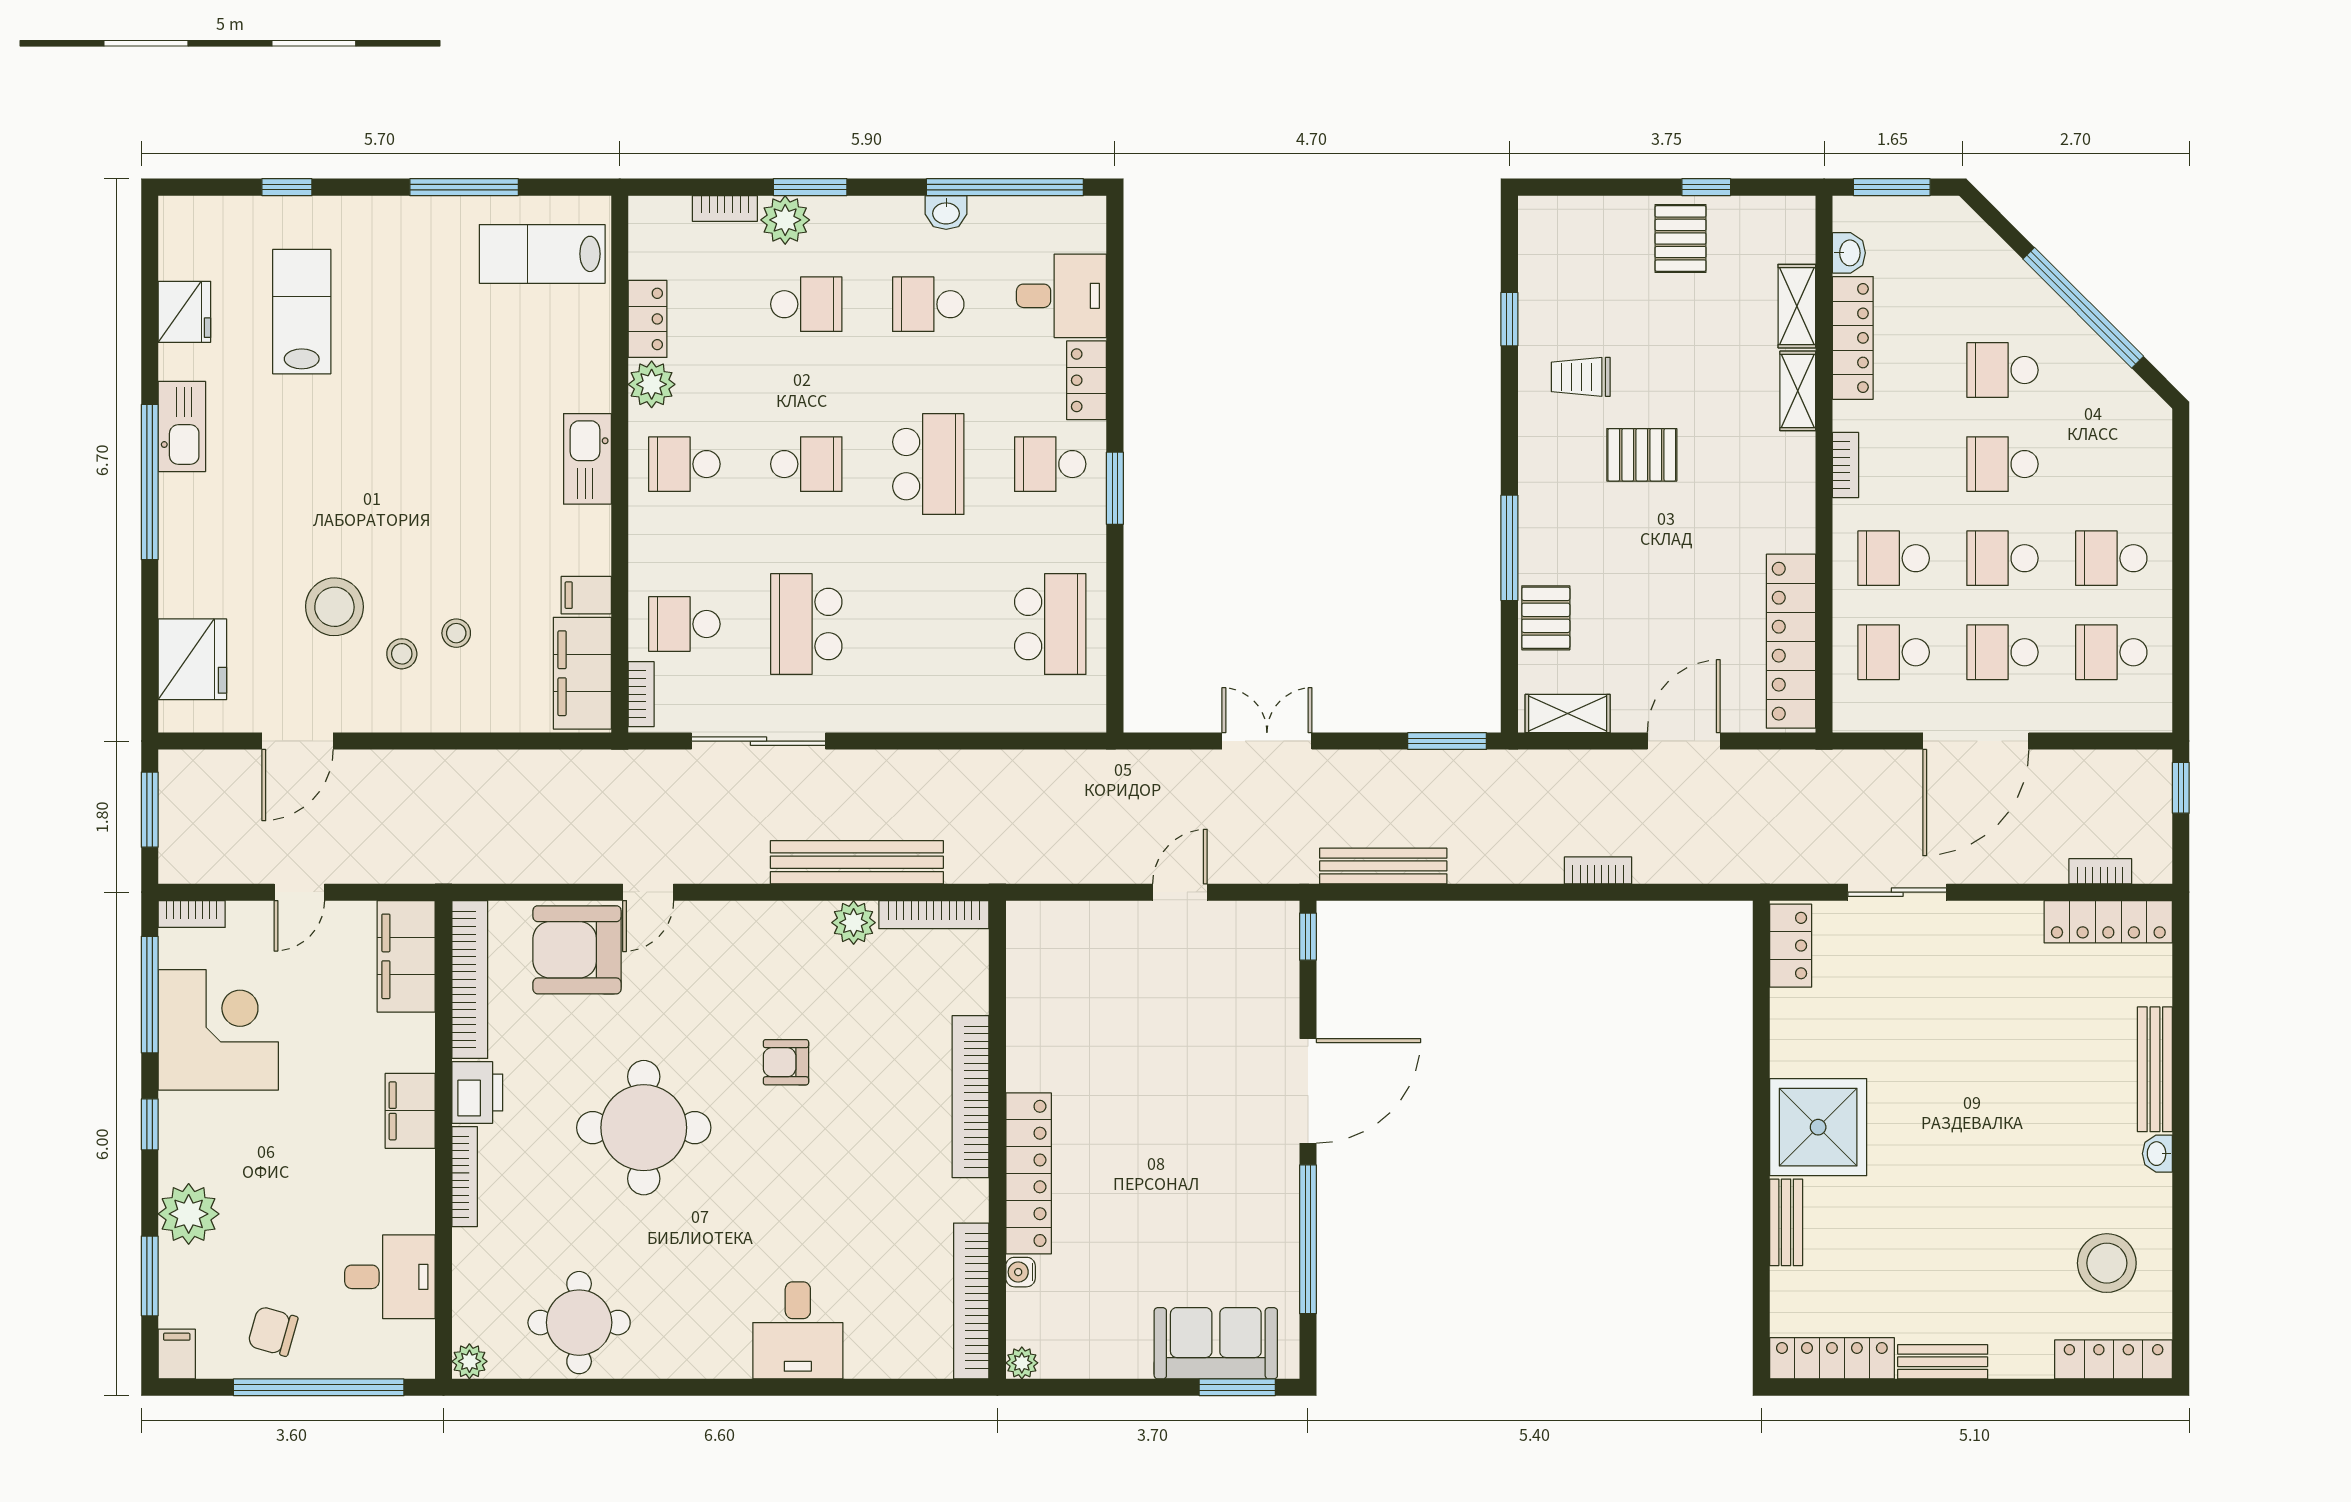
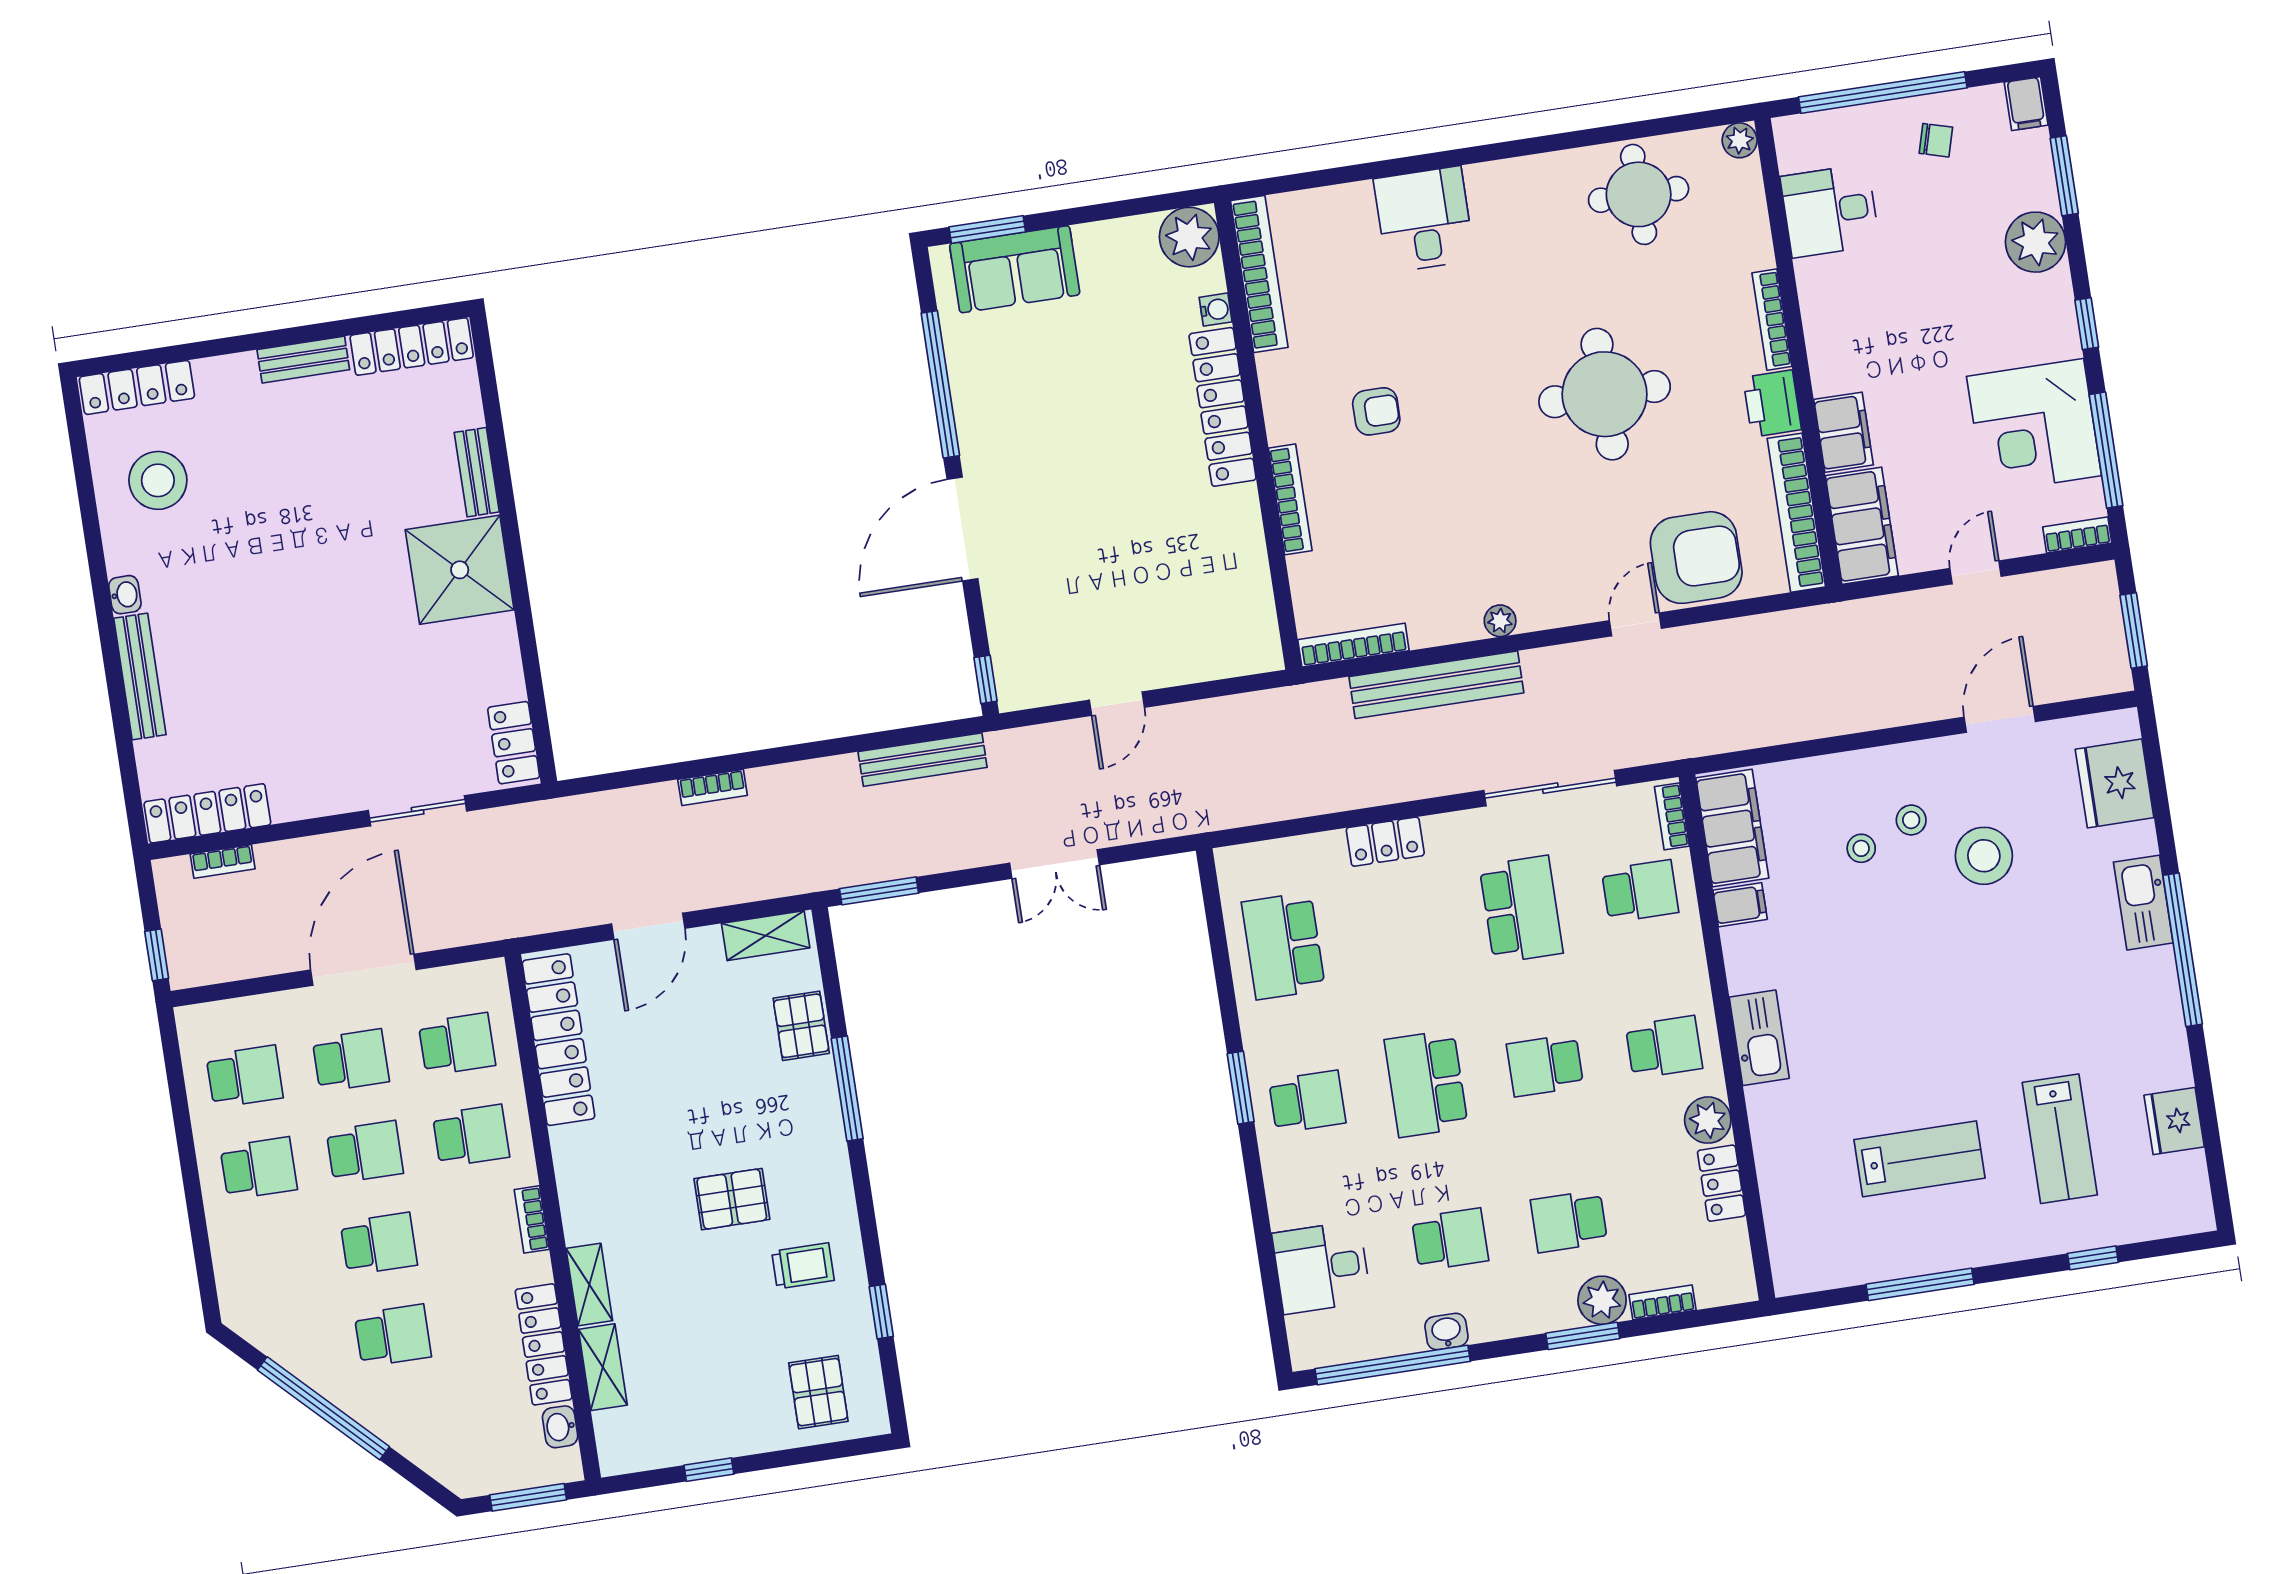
pallet: (1681, 238) -> (818, 1392), moved
lab bench: (542, 254) -> (1920, 1159), moved
locker: (1087, 380) -> (1385, 842), moved, turned 90
kitchen sink: (182, 426) -> (2143, 903), moved
plant: (854, 923) -> (1500, 621), moved, width x0.73, depth x0.73
armchair: (786, 1062) -> (1376, 411), moved
bookcase: (971, 1097) -> (1290, 499), width x0.68, depth x0.76
filing cabinet: (410, 1111) -> (1844, 432), moved
chair: (273, 1331) -> (1936, 140), width x0.73, depth x0.73
plant: (1022, 1363) -> (1189, 237), width x1.88, depth x1.88

